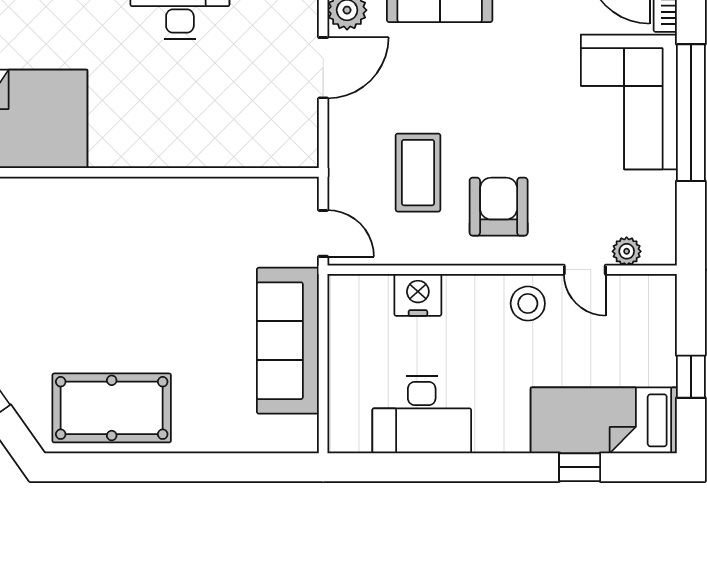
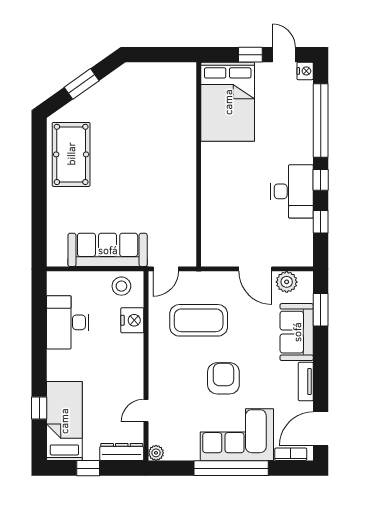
coffee table: (418, 173) -> (199, 320), width x1.36, depth x1.32
armchair: (499, 207) -> (223, 378), moved, turned -90
plant: (627, 251) -> (156, 453), moved
stool: (528, 304) -> (121, 286), moved
dresser: (661, 314) -> (122, 452), added

